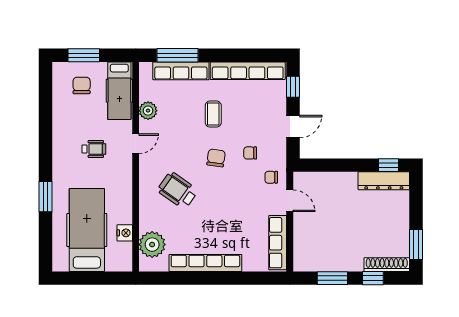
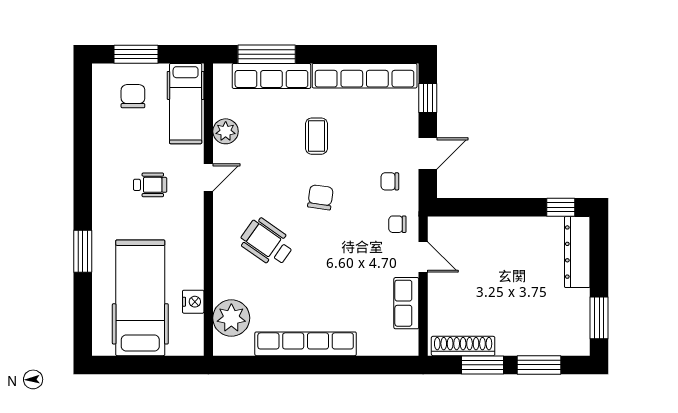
chair: (250, 153) -> (390, 181), moved
dresser: (384, 181) -> (577, 252), moved, turned 90
row of seats: (278, 243) -> (406, 303), width x0.68
shoe rack: (387, 265) -> (463, 346), moved
window: (373, 278) -> (539, 365), width x1.50

